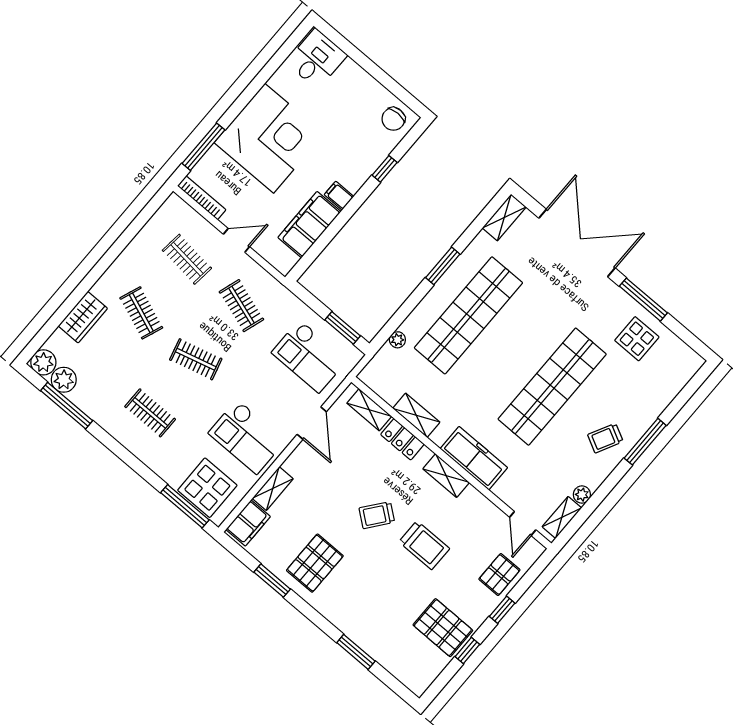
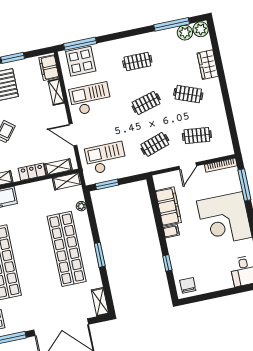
clothes rail: (241, 306) -> (155, 144), turned -36
shelving: (416, 415) -> (67, 181), moved

